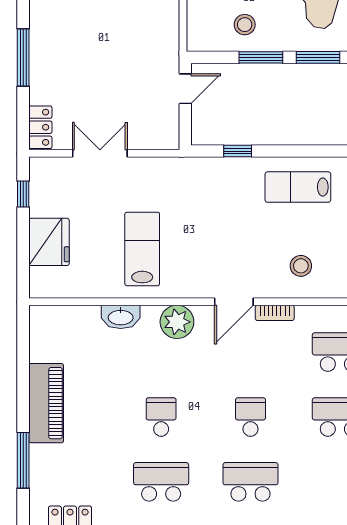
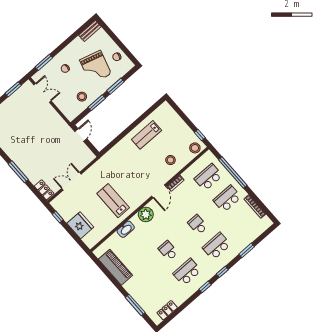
window: (238, 151) -> (116, 140), removed
piano: (46, 403) -> (115, 267), moved

